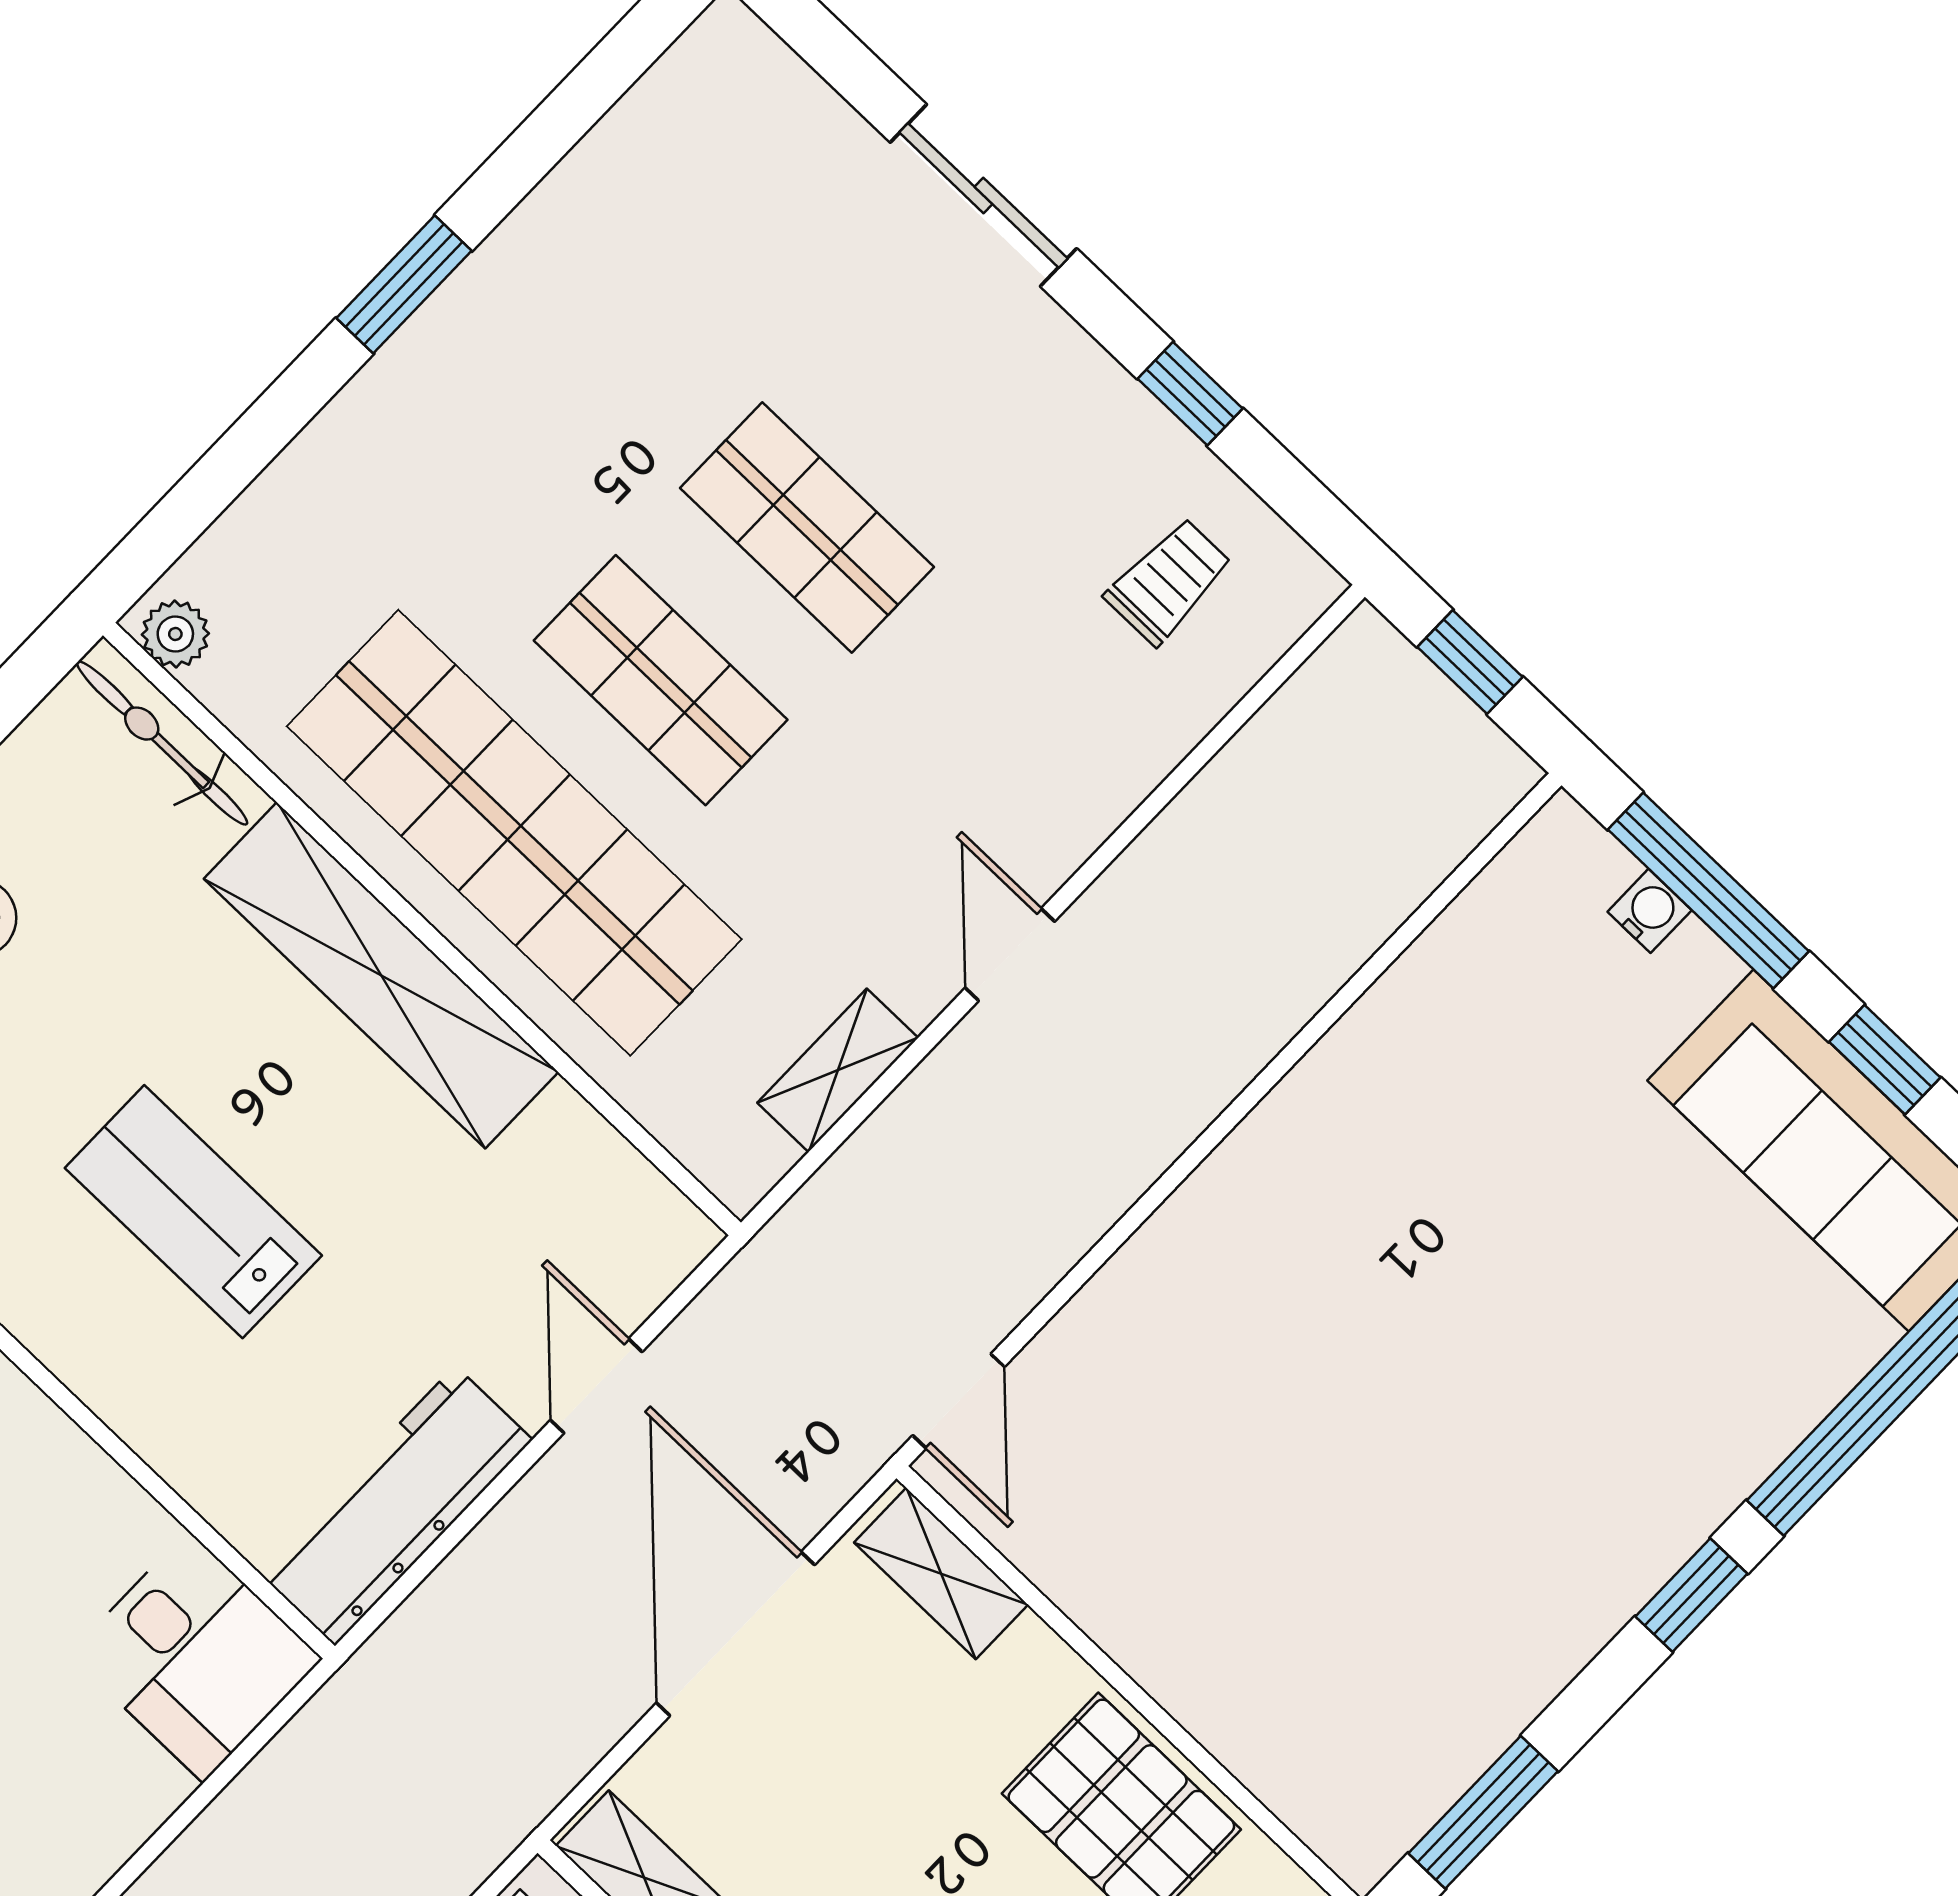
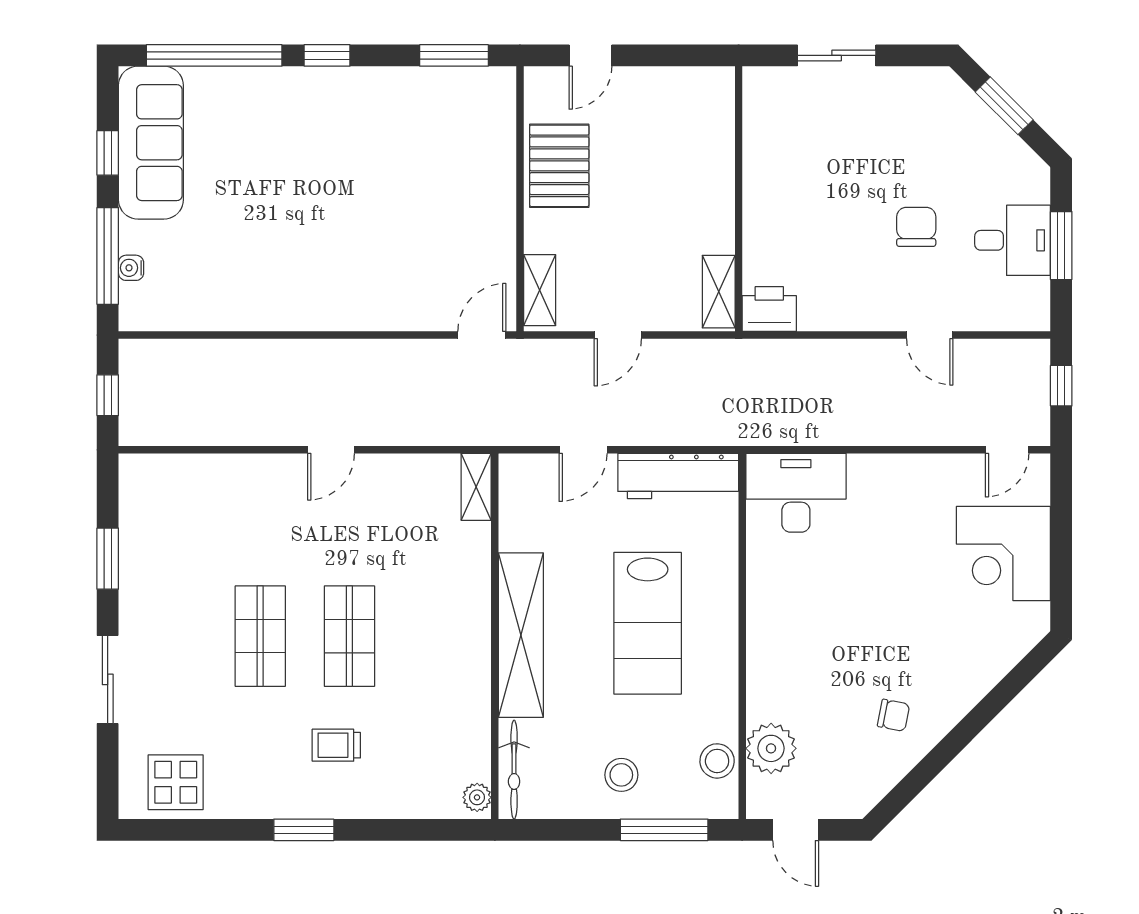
display table: (696, 143) -> (176, 782), added
window: (1190, 394) -> (108, 559), width x1.50
trolley: (1169, 581) -> (336, 745), moved
shop shelf: (514, 833) -> (439, 636), removed
shelving: (838, 1070) -> (476, 487), moved, turned 90
lab bench: (193, 1212) -> (648, 623), width x1.36, depth x1.39
door: (736, 1634) -> (618, 335), width x0.53
desk: (196, 1656) -> (796, 493), width x1.37

